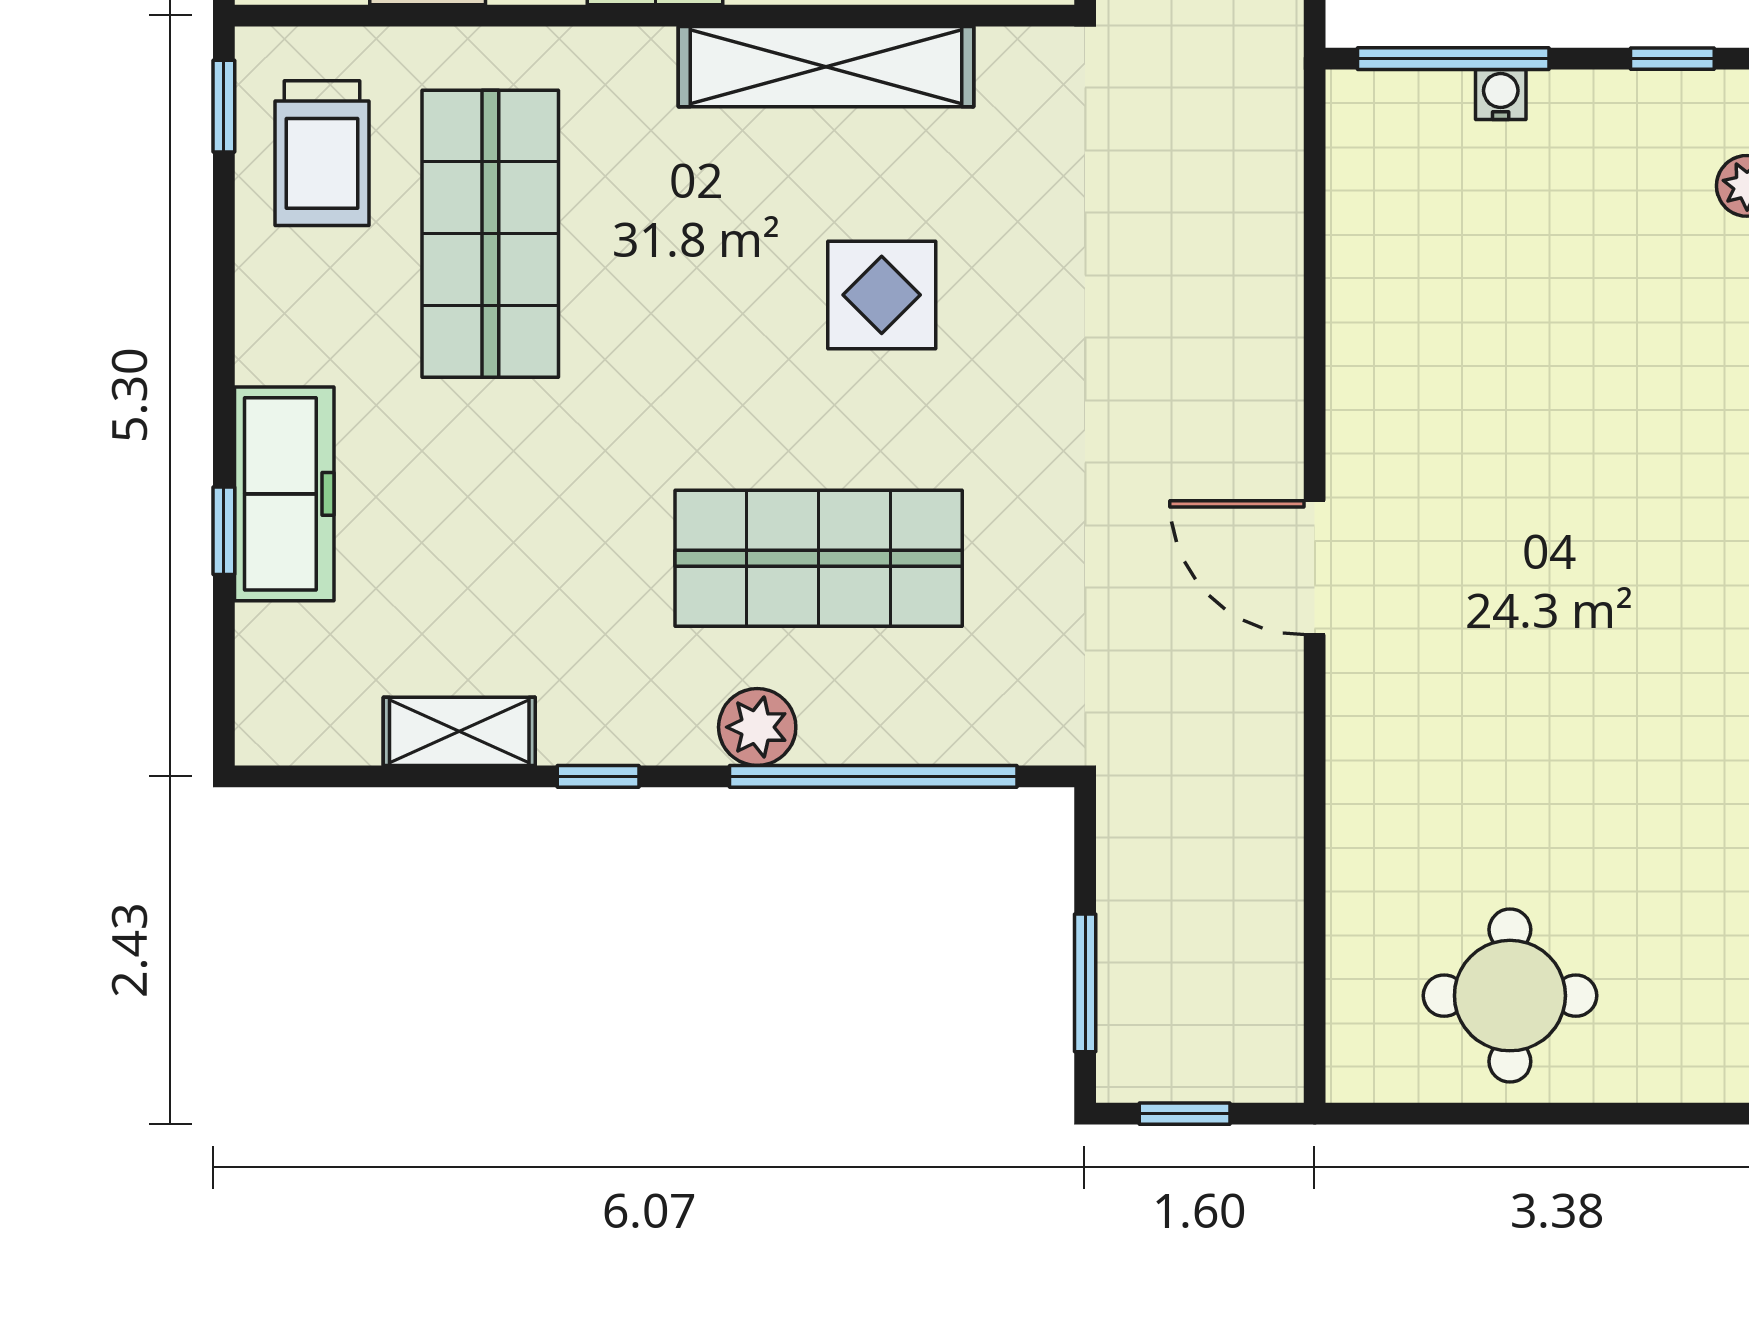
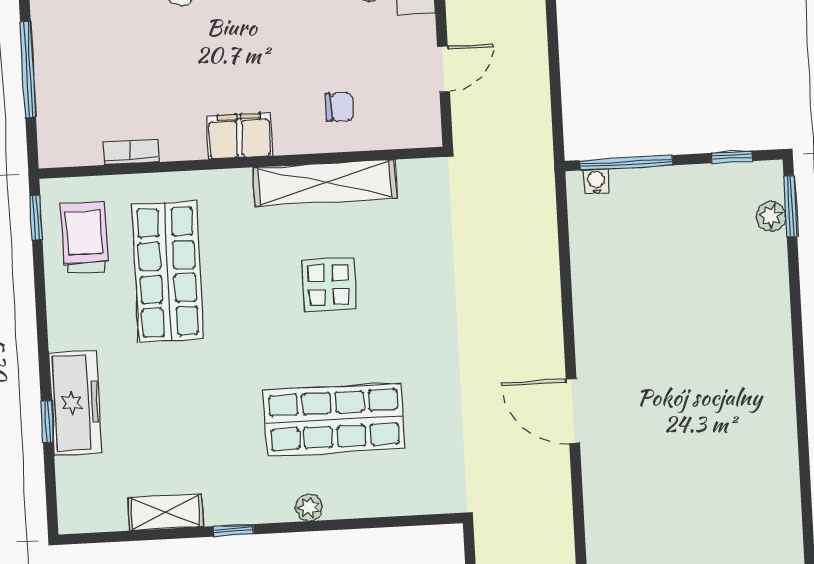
water cooler: (1501, 95) -> (596, 182), moved
trolley: (322, 153) -> (84, 238), turned 180
display table: (882, 295) -> (329, 285), moved
plant: (757, 727) -> (309, 507), width x0.73, depth x0.73
window: (873, 776) -> (366, 523), removed

